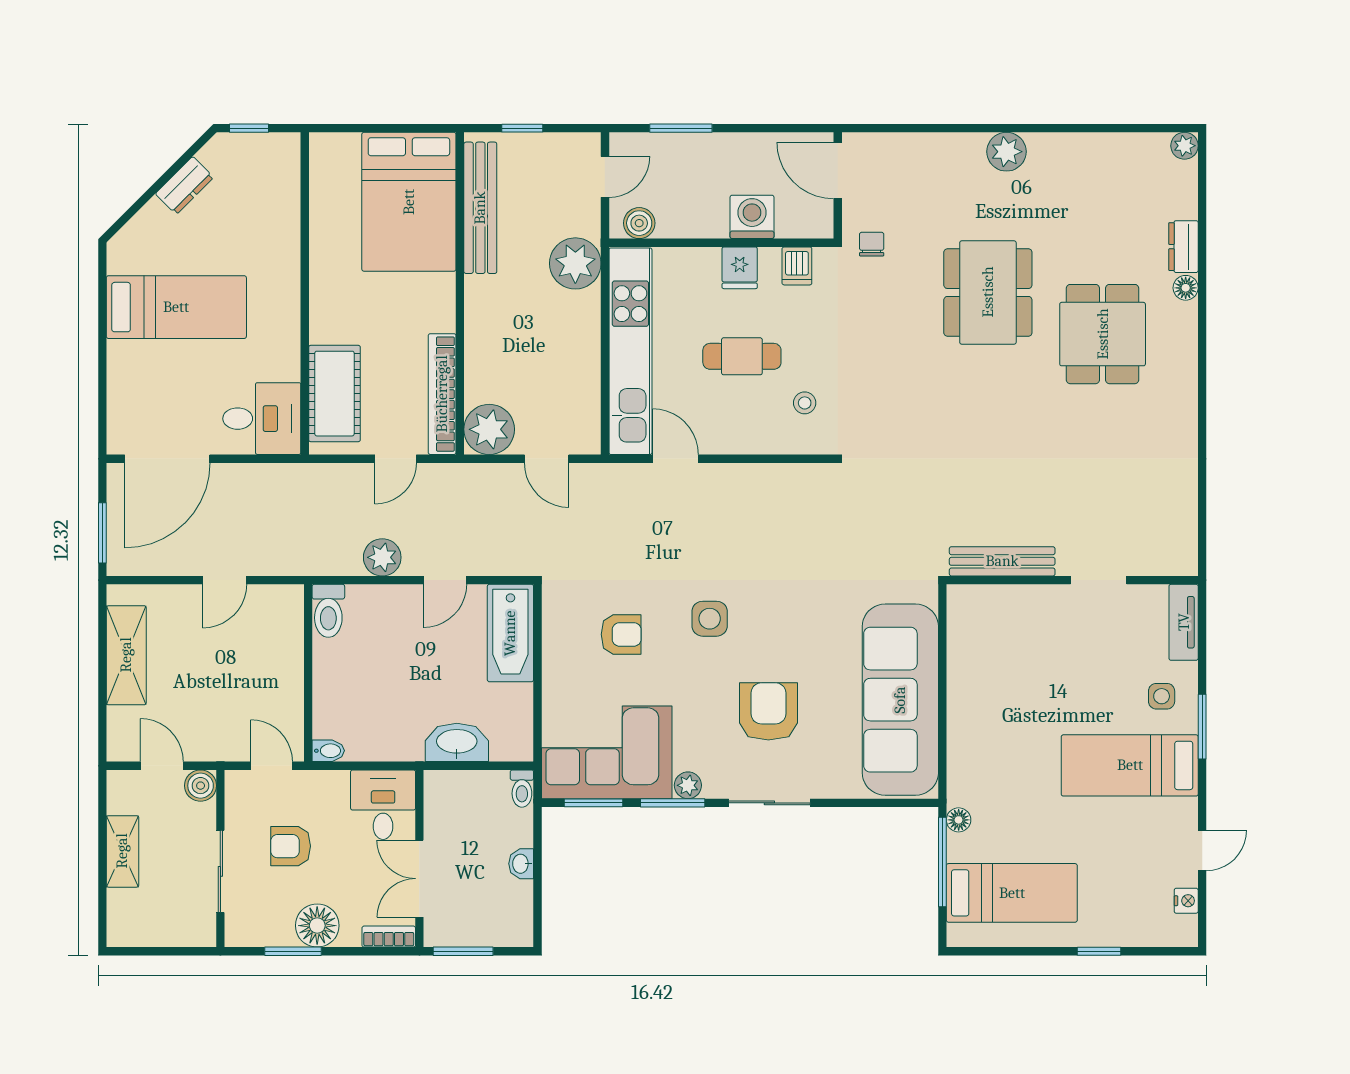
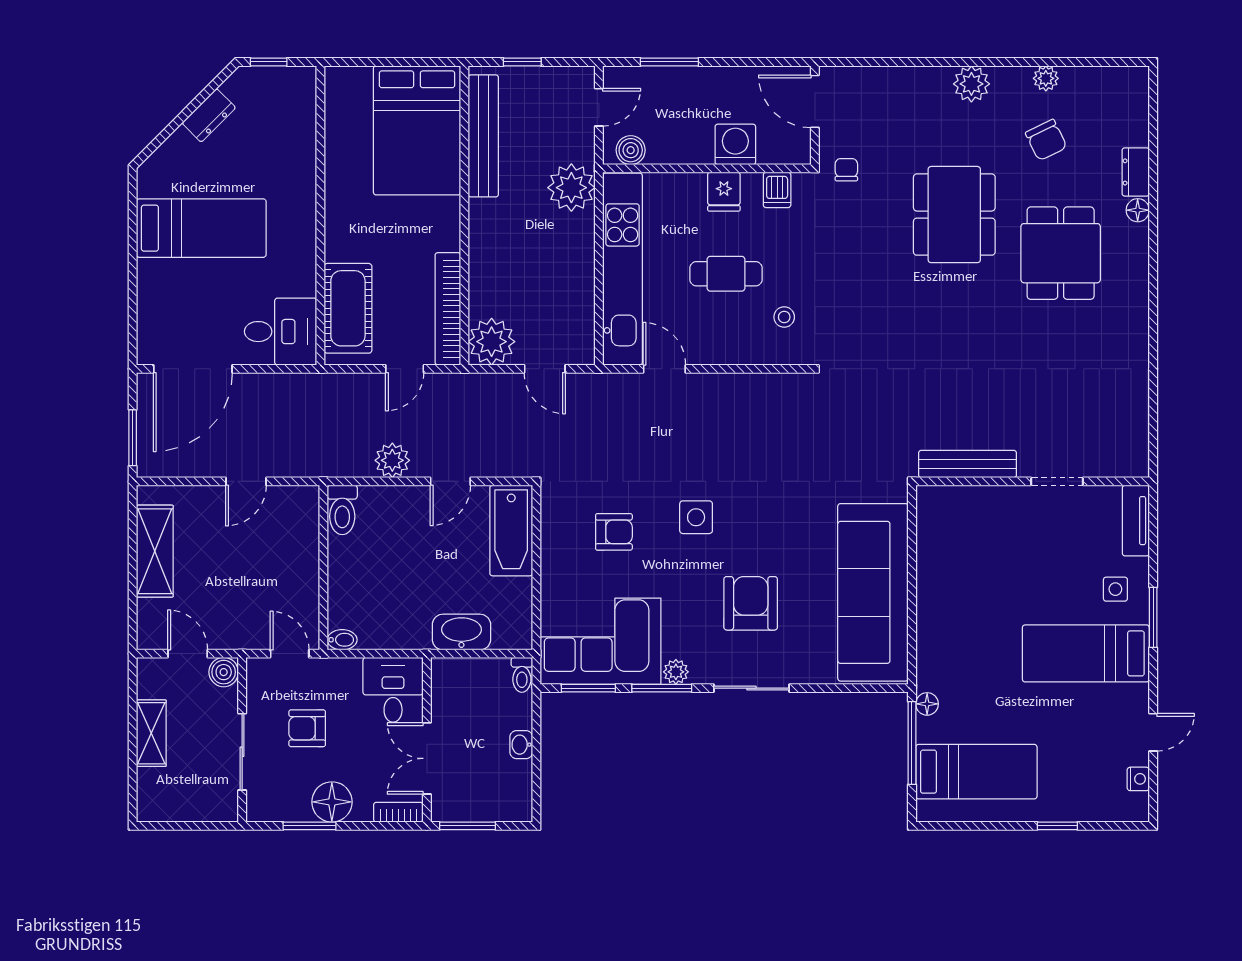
plant: (1184, 146) -> (1046, 78), moved
chair: (1087, 212) -> (1046, 140), added

